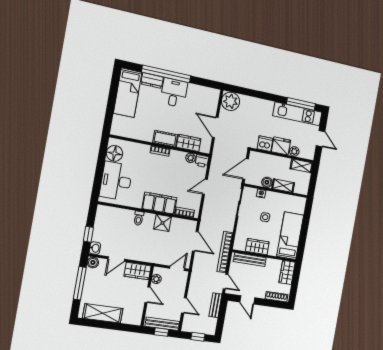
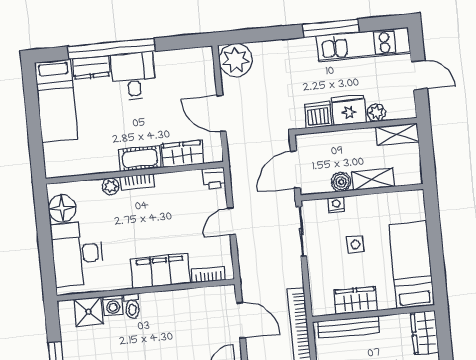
window: (301, 104) -> (331, 28), moved
plant: (191, 158) -> (111, 186), moved
washing machine: (128, 215) -> (113, 305), added
shower: (163, 223) -> (88, 312), moved

